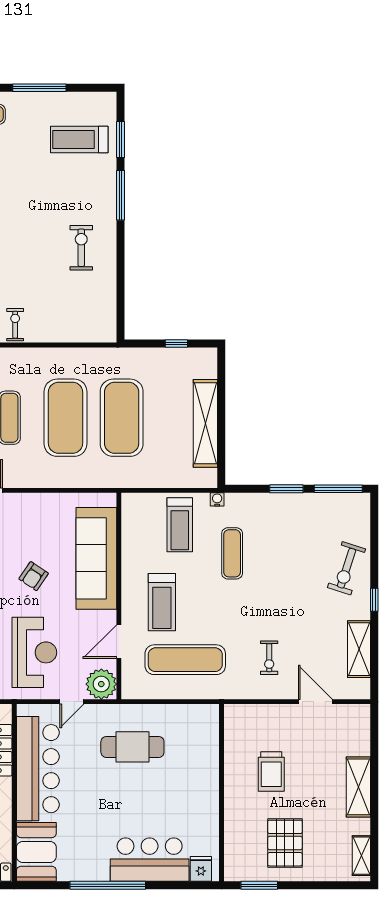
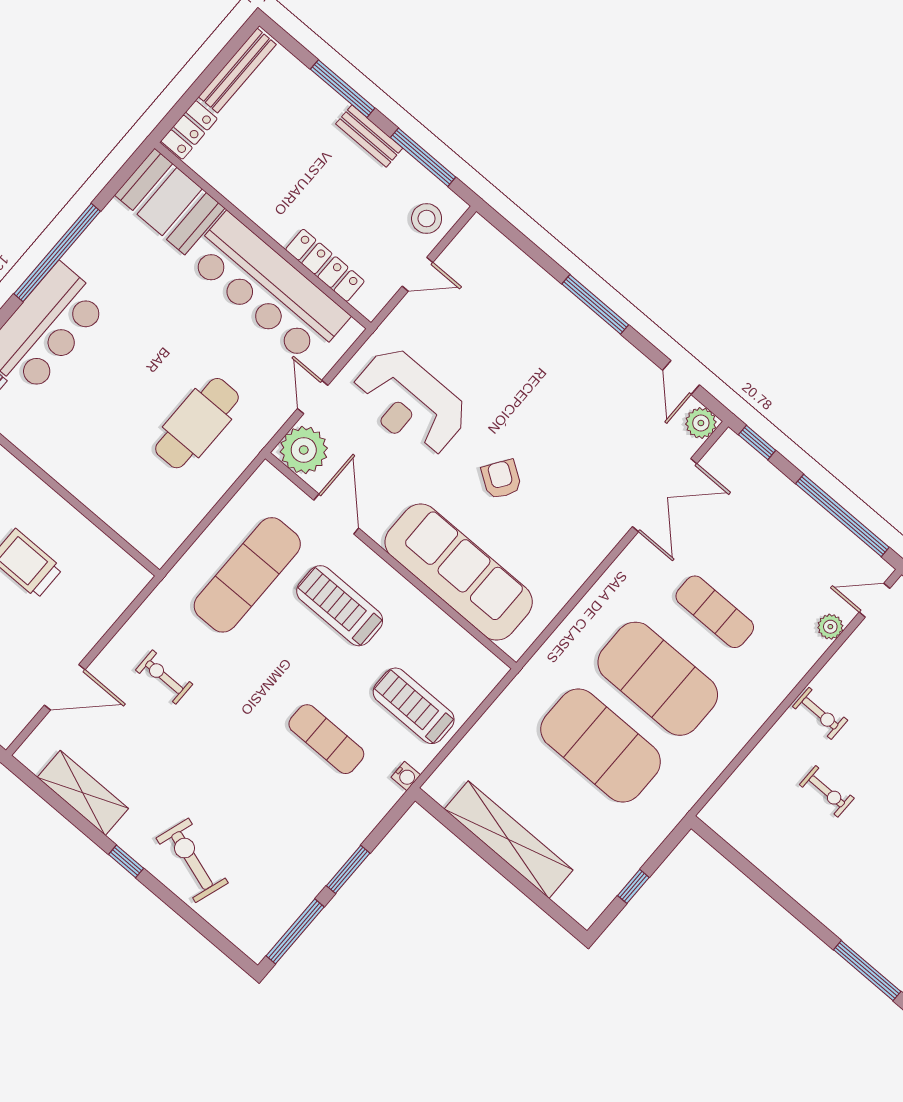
exercise bike: (81, 248) -> (827, 791), moved, width x0.73, depth x0.72

